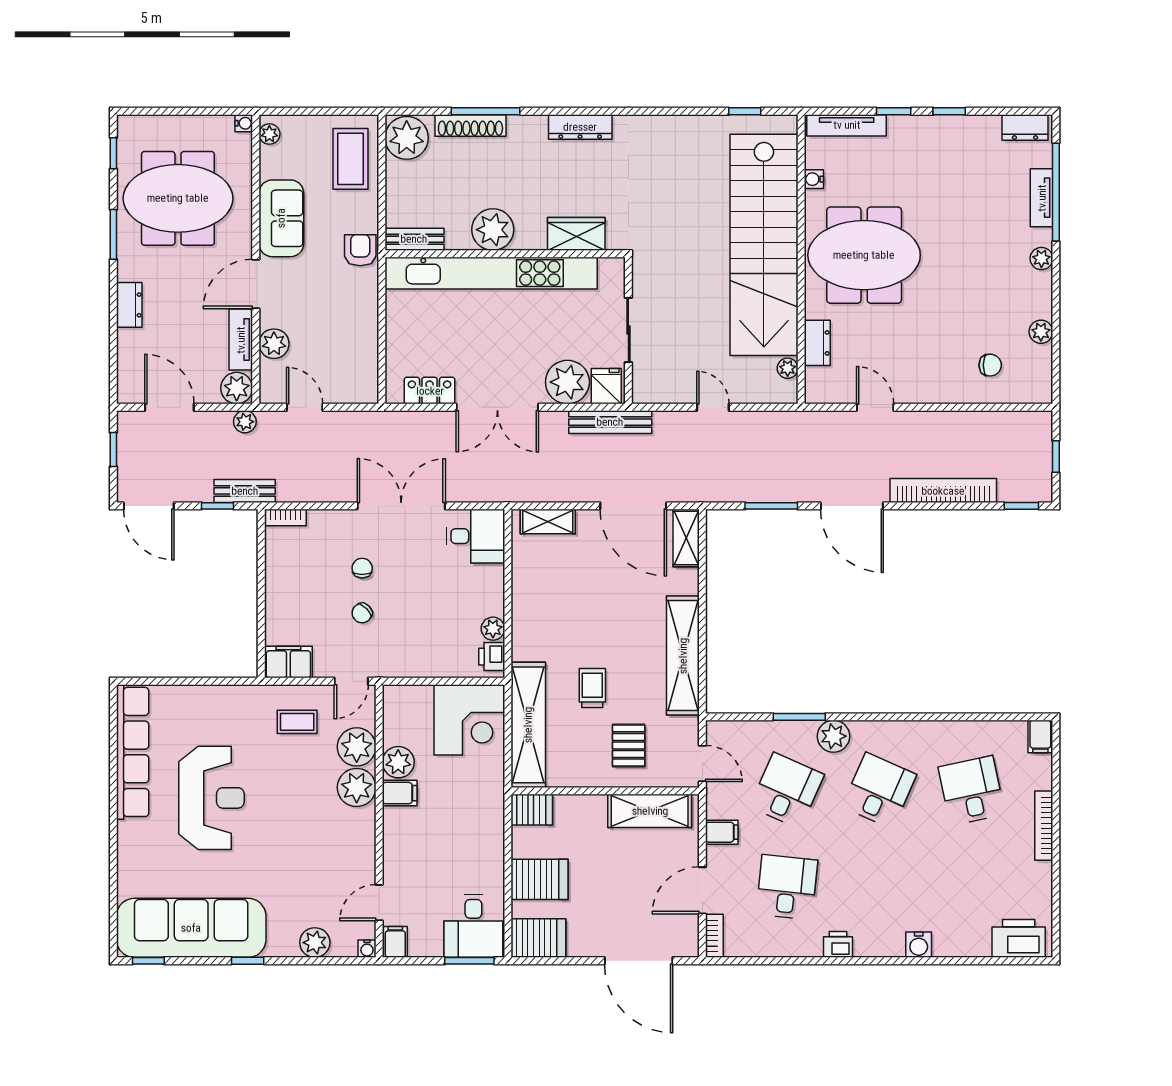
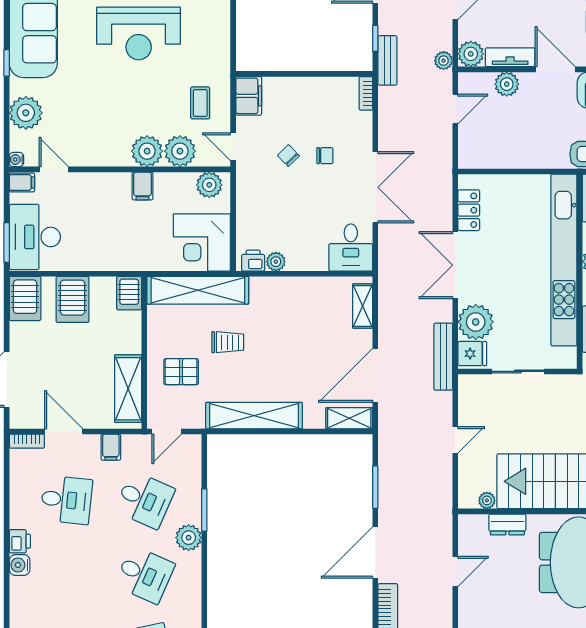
plant: (398, 762) -> (209, 185), moved
desk: (473, 926) -> (35, 237), width x1.37
plant: (315, 943) -> (26, 113), width x1.36, depth x1.36
water cooler: (919, 945) -> (20, 565), moved

